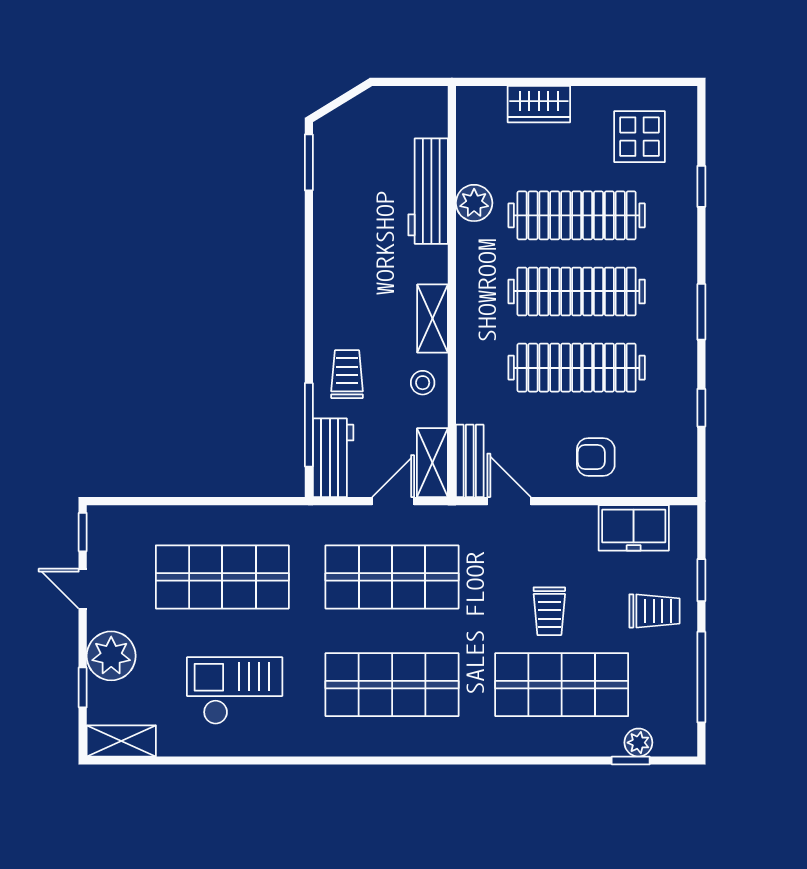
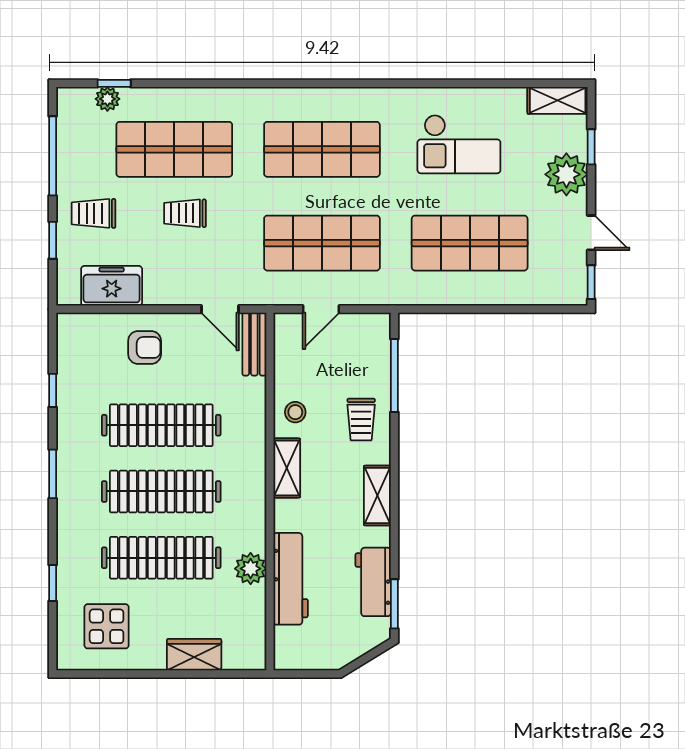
workbench: (333, 458) -> (373, 582), moved
shelving: (432, 463) -> (377, 495), moved
trolley: (549, 611) -> (185, 213), turned -90

